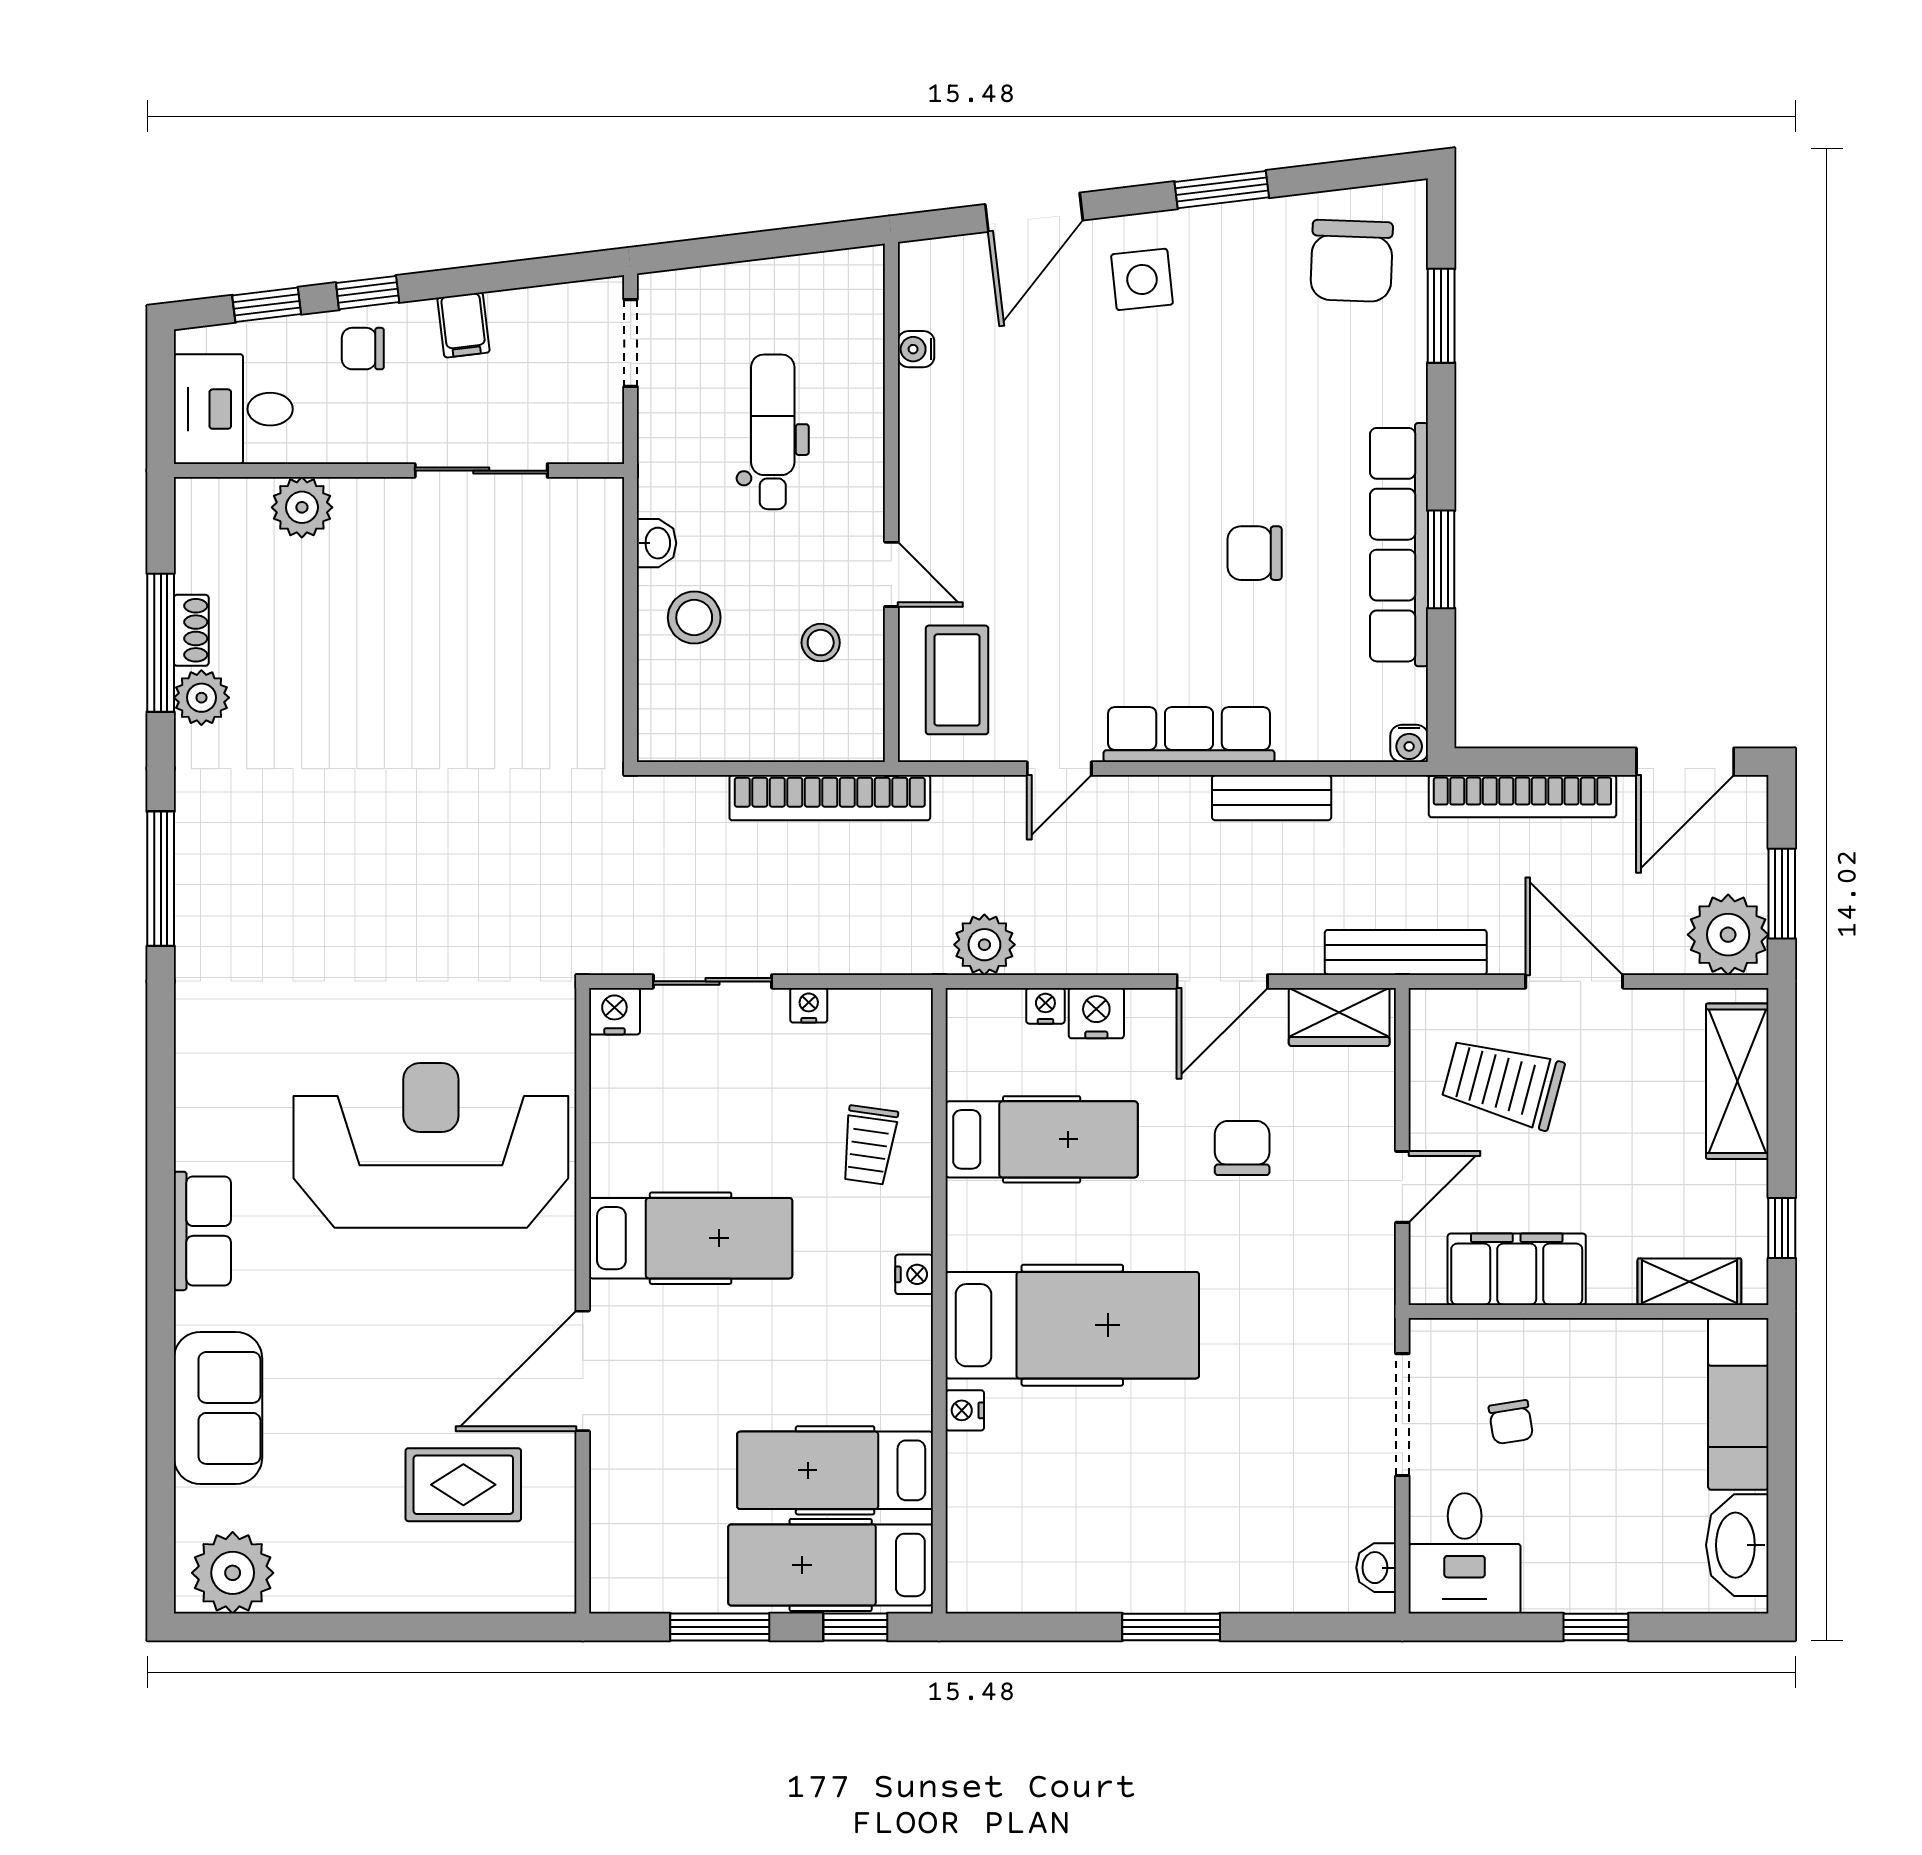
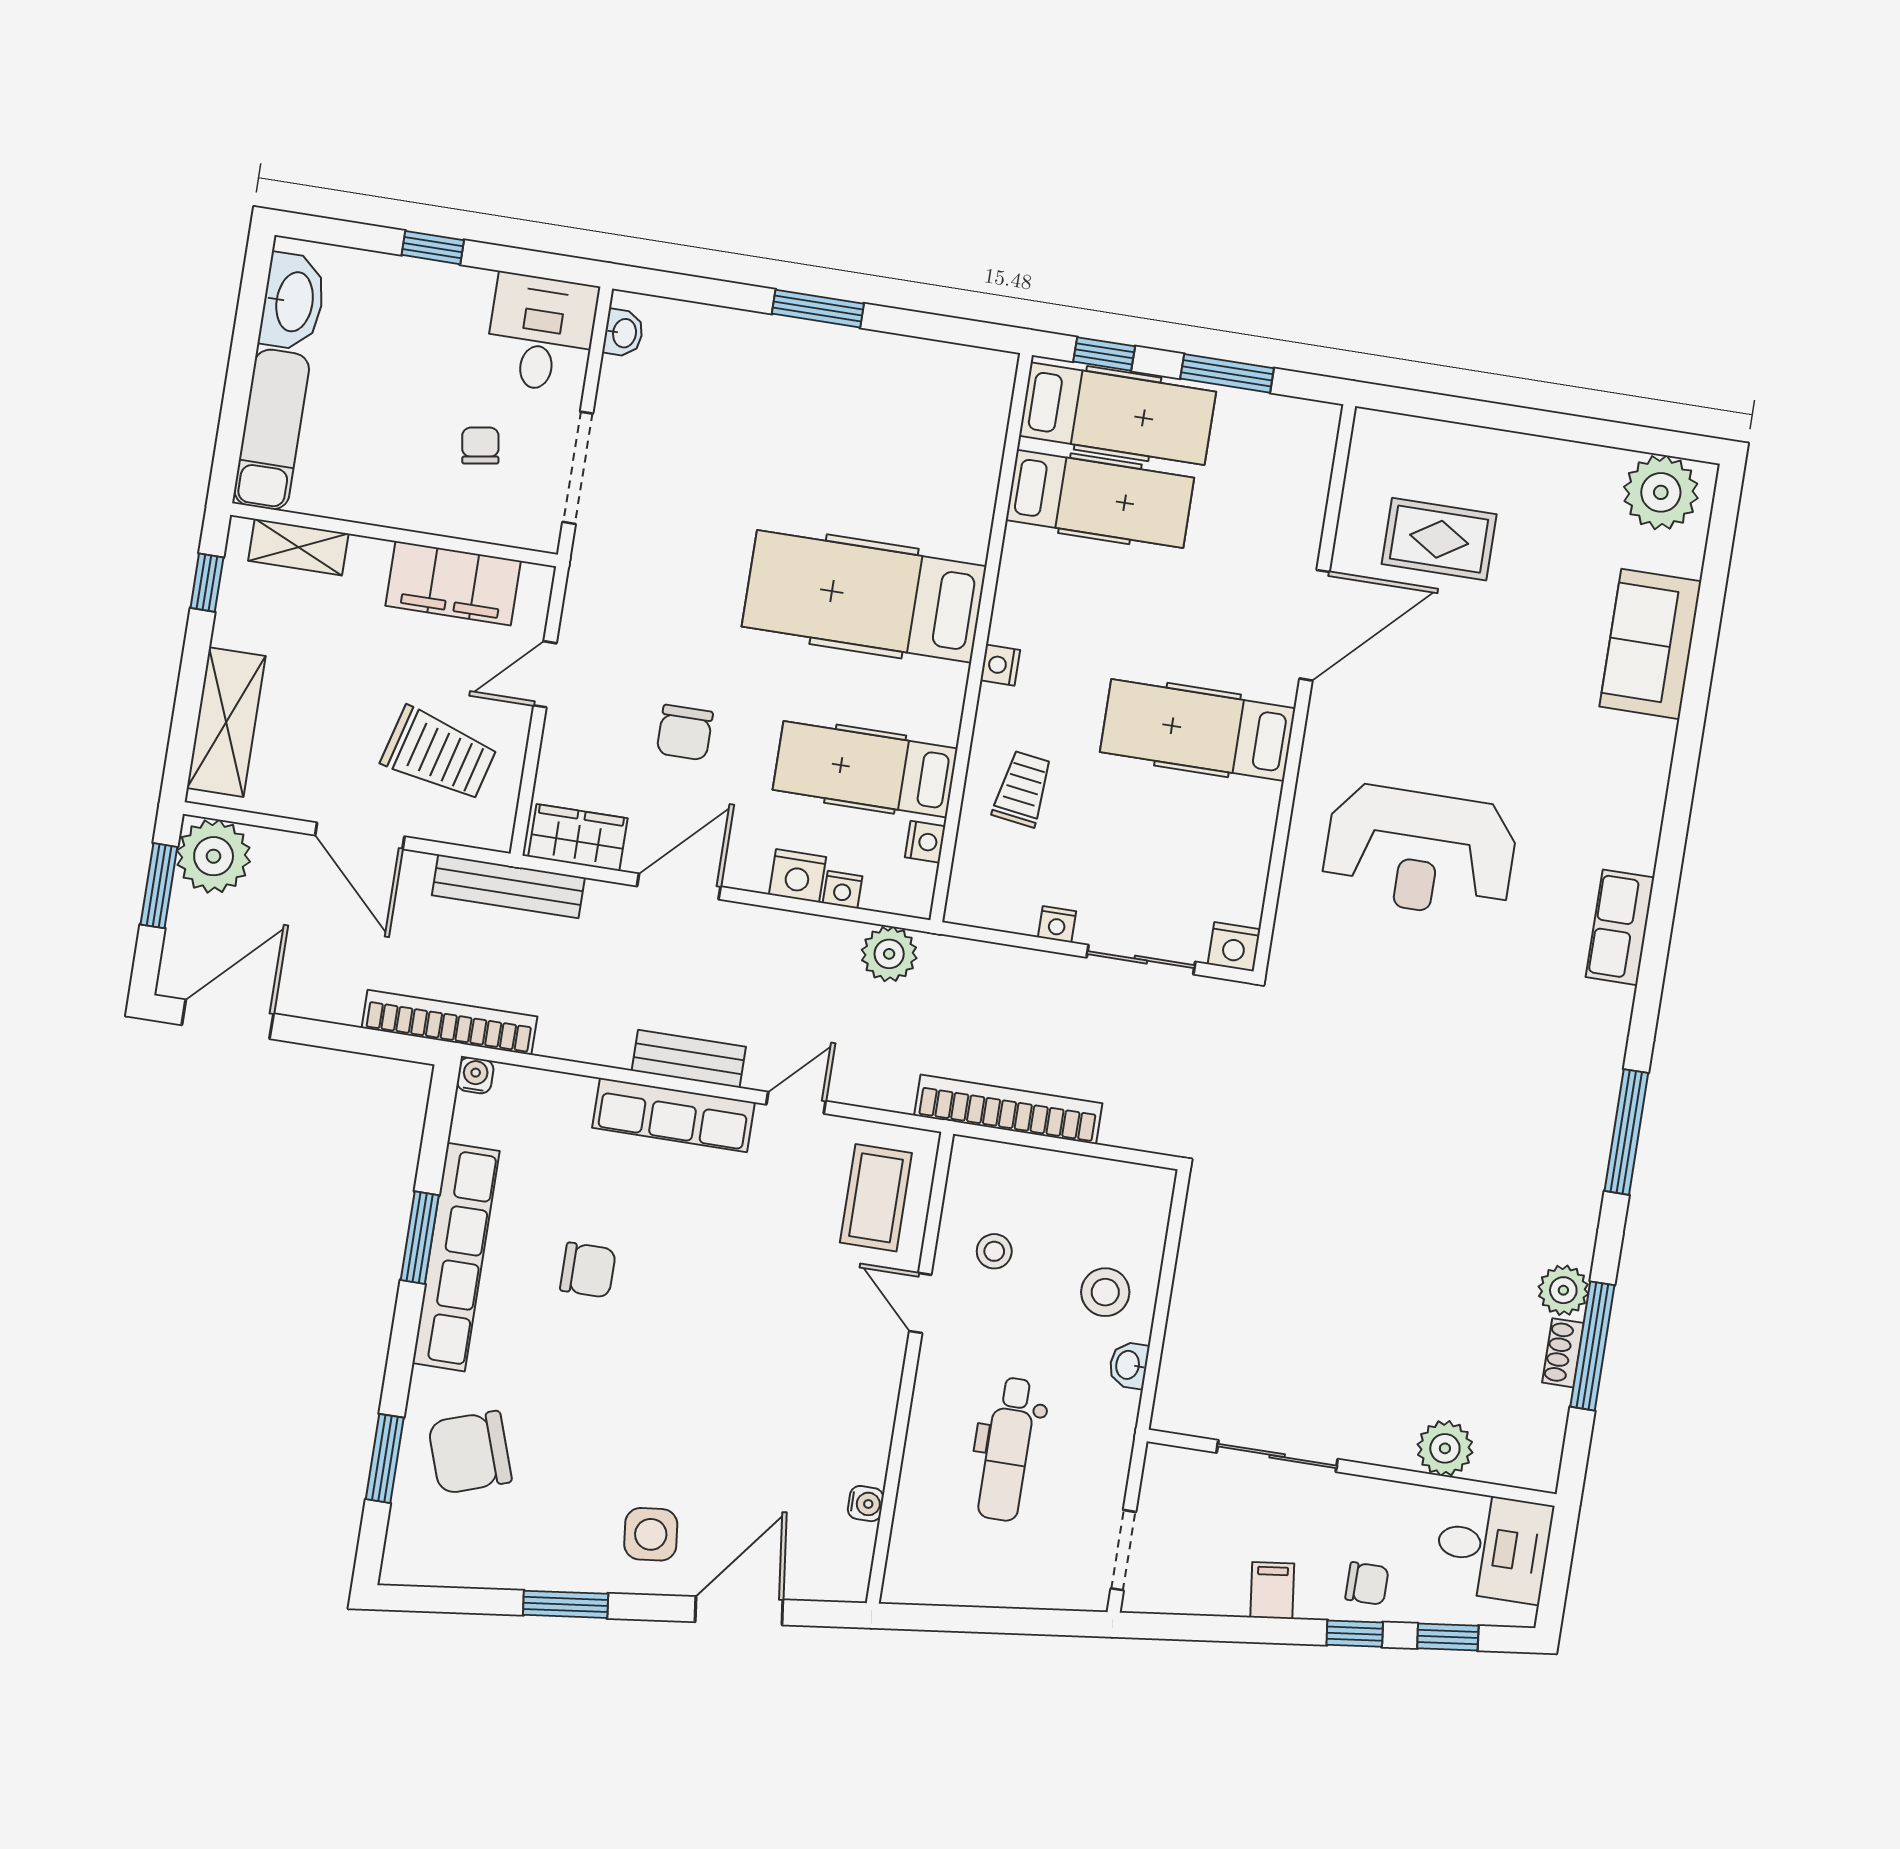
chair: (1352, 261) -> (470, 1452), moved, turned -111
bookcase: (1522, 796) -> (449, 1022), moved
bench: (1272, 798) -> (689, 1059), moved
reception desk: (431, 1145) -> (1420, 851), width x0.74, depth x0.77
row of seats: (202, 1231) -> (1620, 927), moved
nightstand: (965, 1410) -> (925, 842), moved

